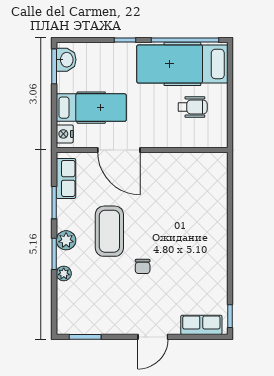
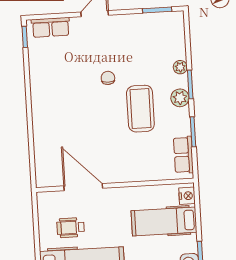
door: (119, 150) -> (83, 187), moved

